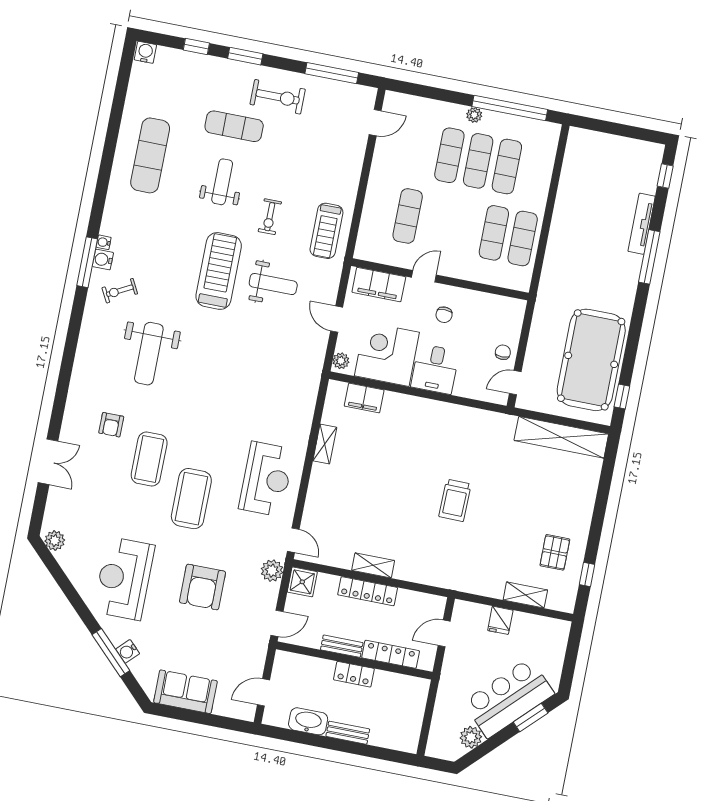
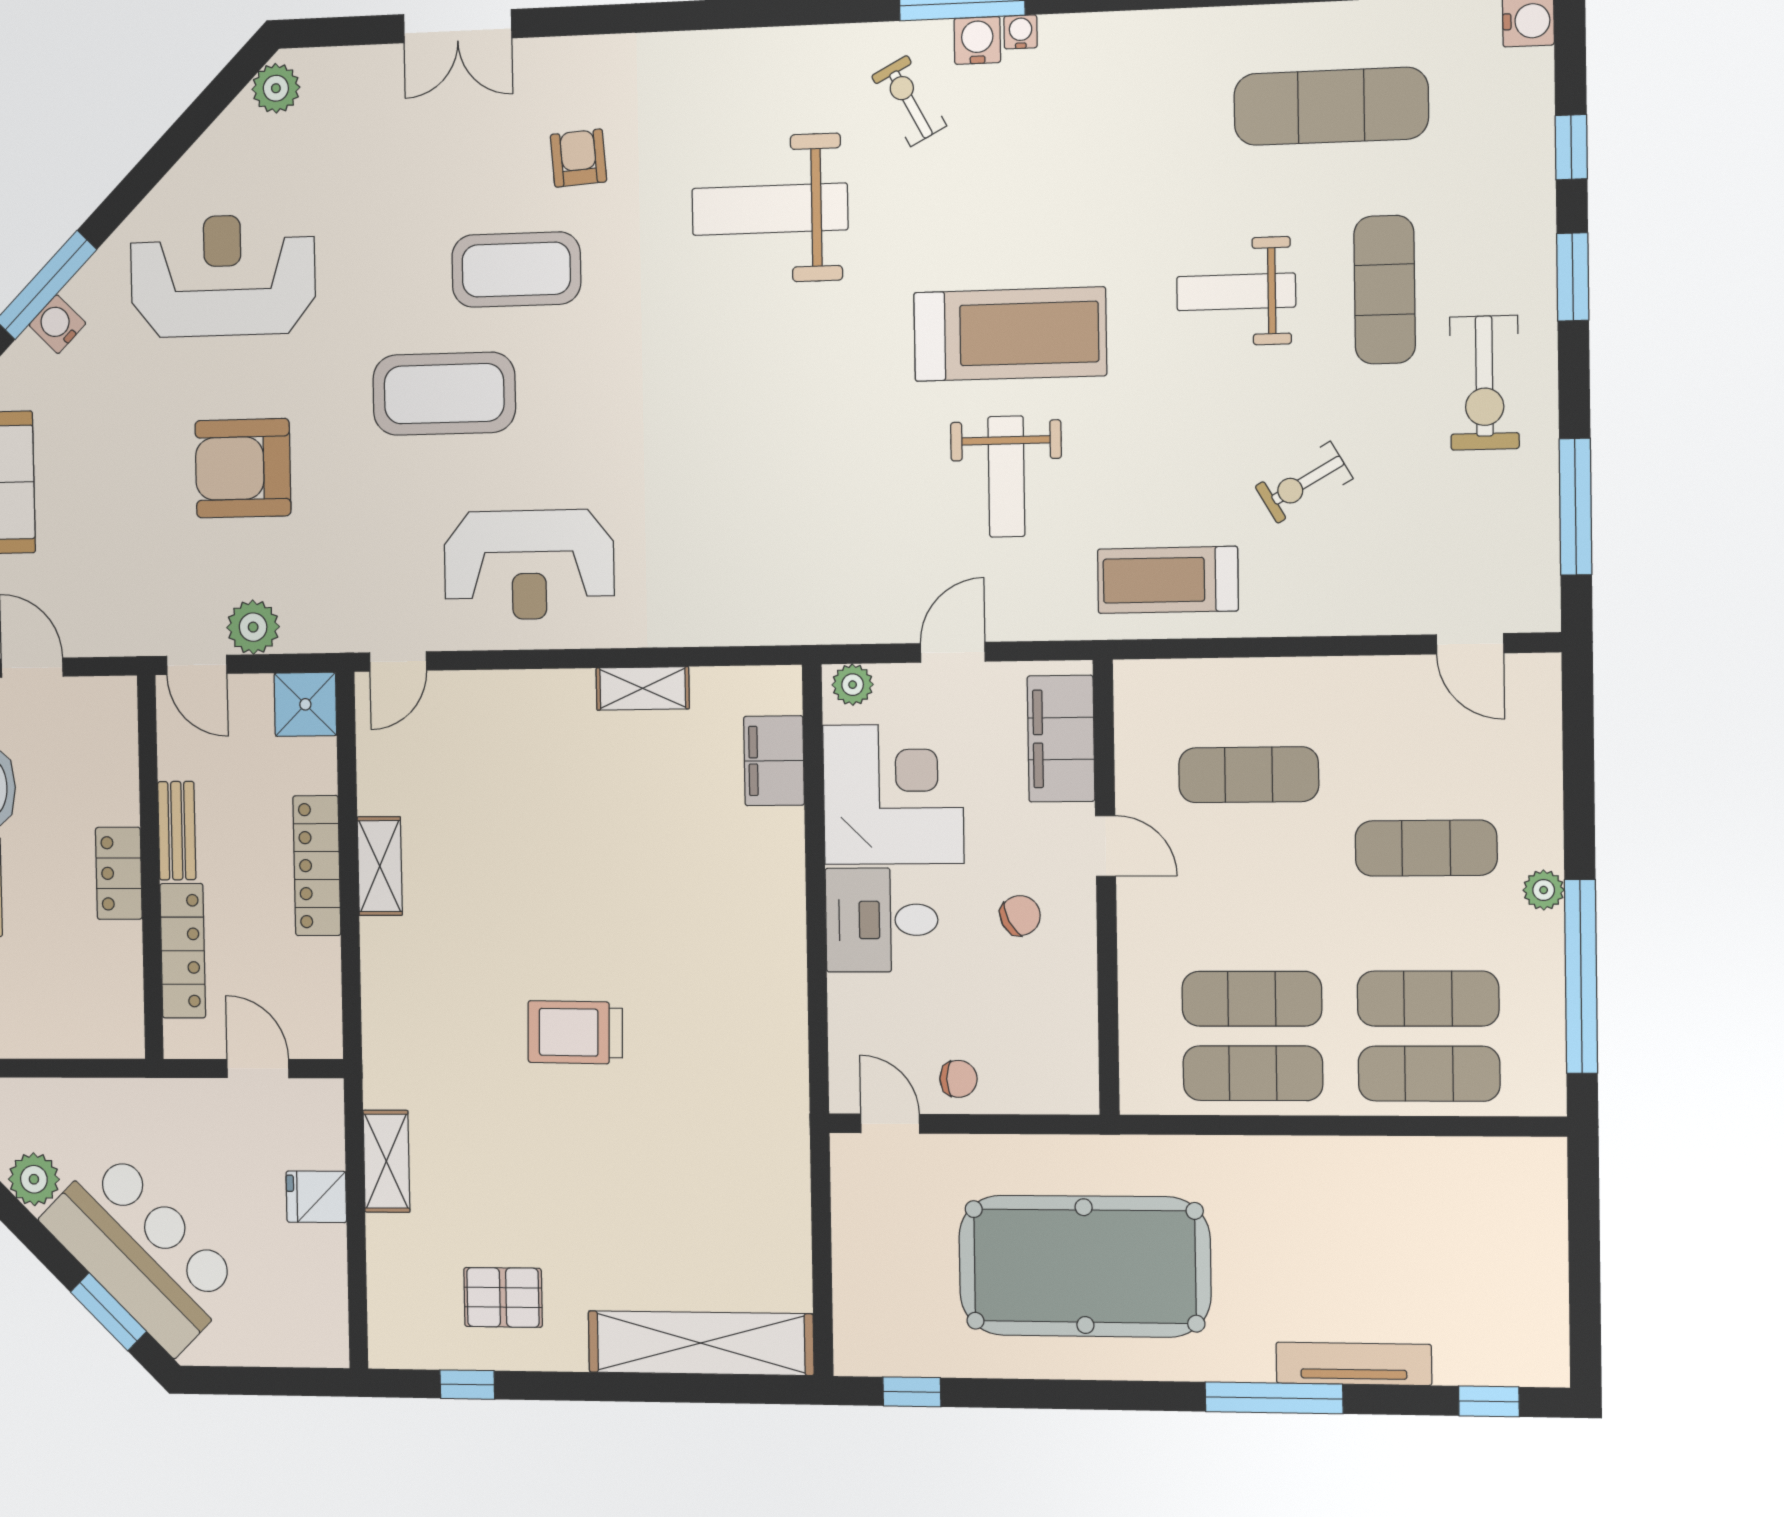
exercise mat: (150, 155) -> (1331, 106), moved
exercise mat: (478, 161) -> (1429, 1074), moved
weight bench: (222, 182) -> (1236, 292), turned 180
exercise bike: (270, 217) -> (1304, 482), moved, turned -30
chair: (444, 315) -> (1020, 915), turned 153
pool table: (591, 360) -> (1085, 1266), moved
armchair: (111, 425) -> (579, 158), turned 86
shelving: (561, 437) -> (701, 1343), moved, turned 90
plant: (272, 571) -> (253, 627), moved
shelving: (525, 595) -> (386, 1161), moved

